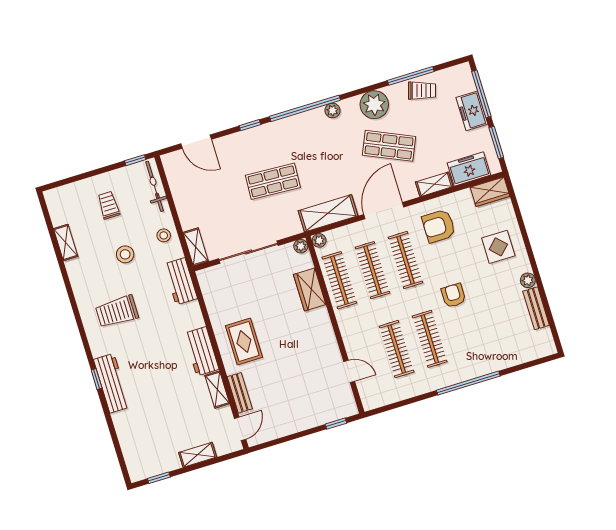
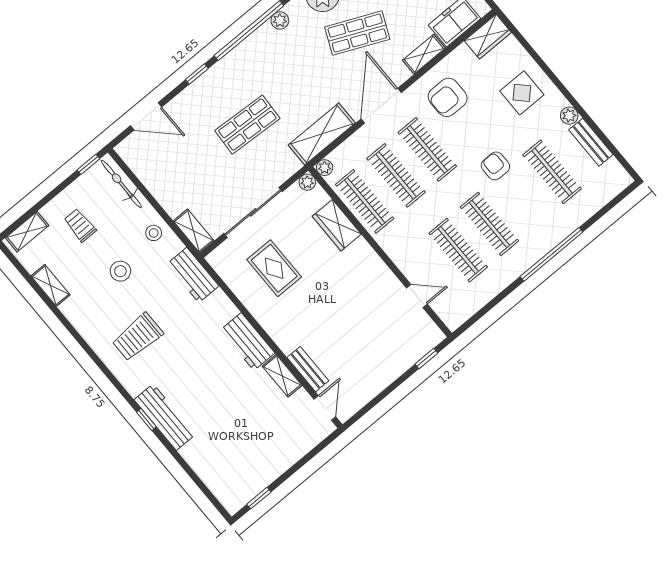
clothes rail: (496, 319) -> (552, 172), added
rug: (244, 342) -> (274, 268), moved
shelving: (198, 455) -> (27, 232), moved

